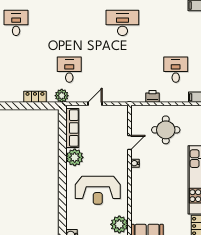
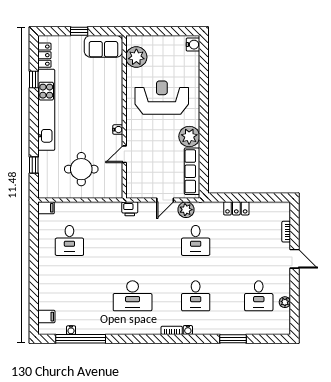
desk: (69, 23) -> (196, 296), added
plant: (62, 96) -> (186, 210), moved
printer: (153, 96) -> (130, 209), moved

